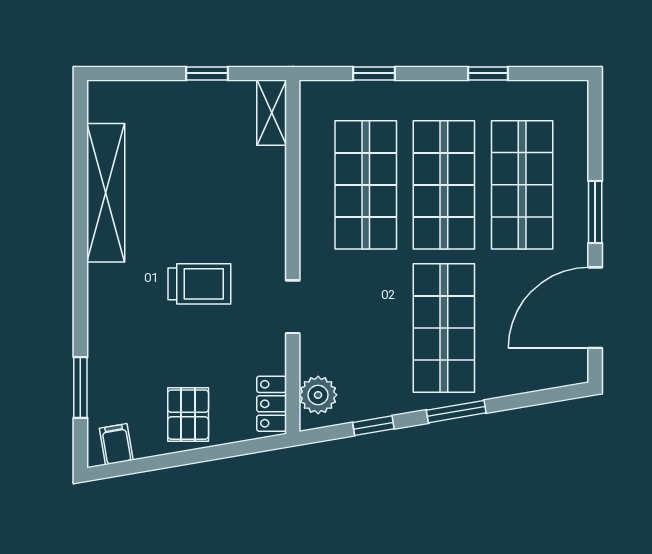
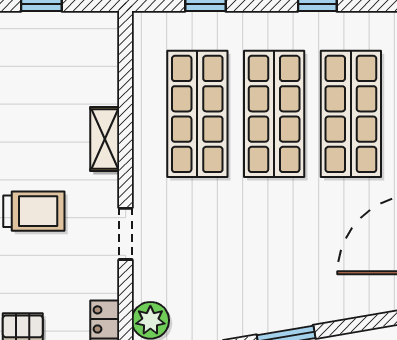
shelving: (272, 113) -> (105, 139), moved
shop shelf: (444, 328) -> (274, 255), removed

